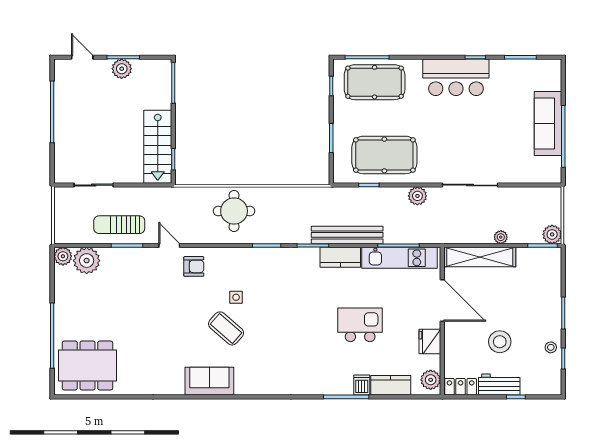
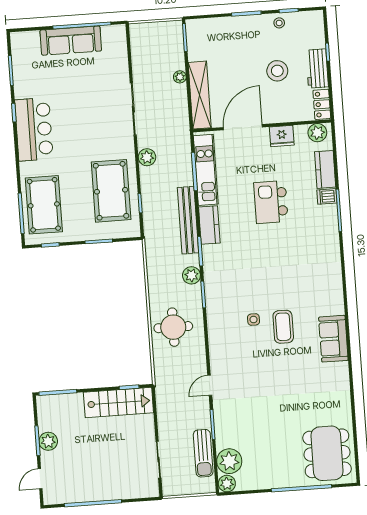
sun lounger: (119, 225) -> (203, 453), moved
plant: (552, 234) -> (191, 275), moved
armchair: (194, 266) -> (228, 361), removed
coffee table: (226, 328) -> (283, 327), turned -41

